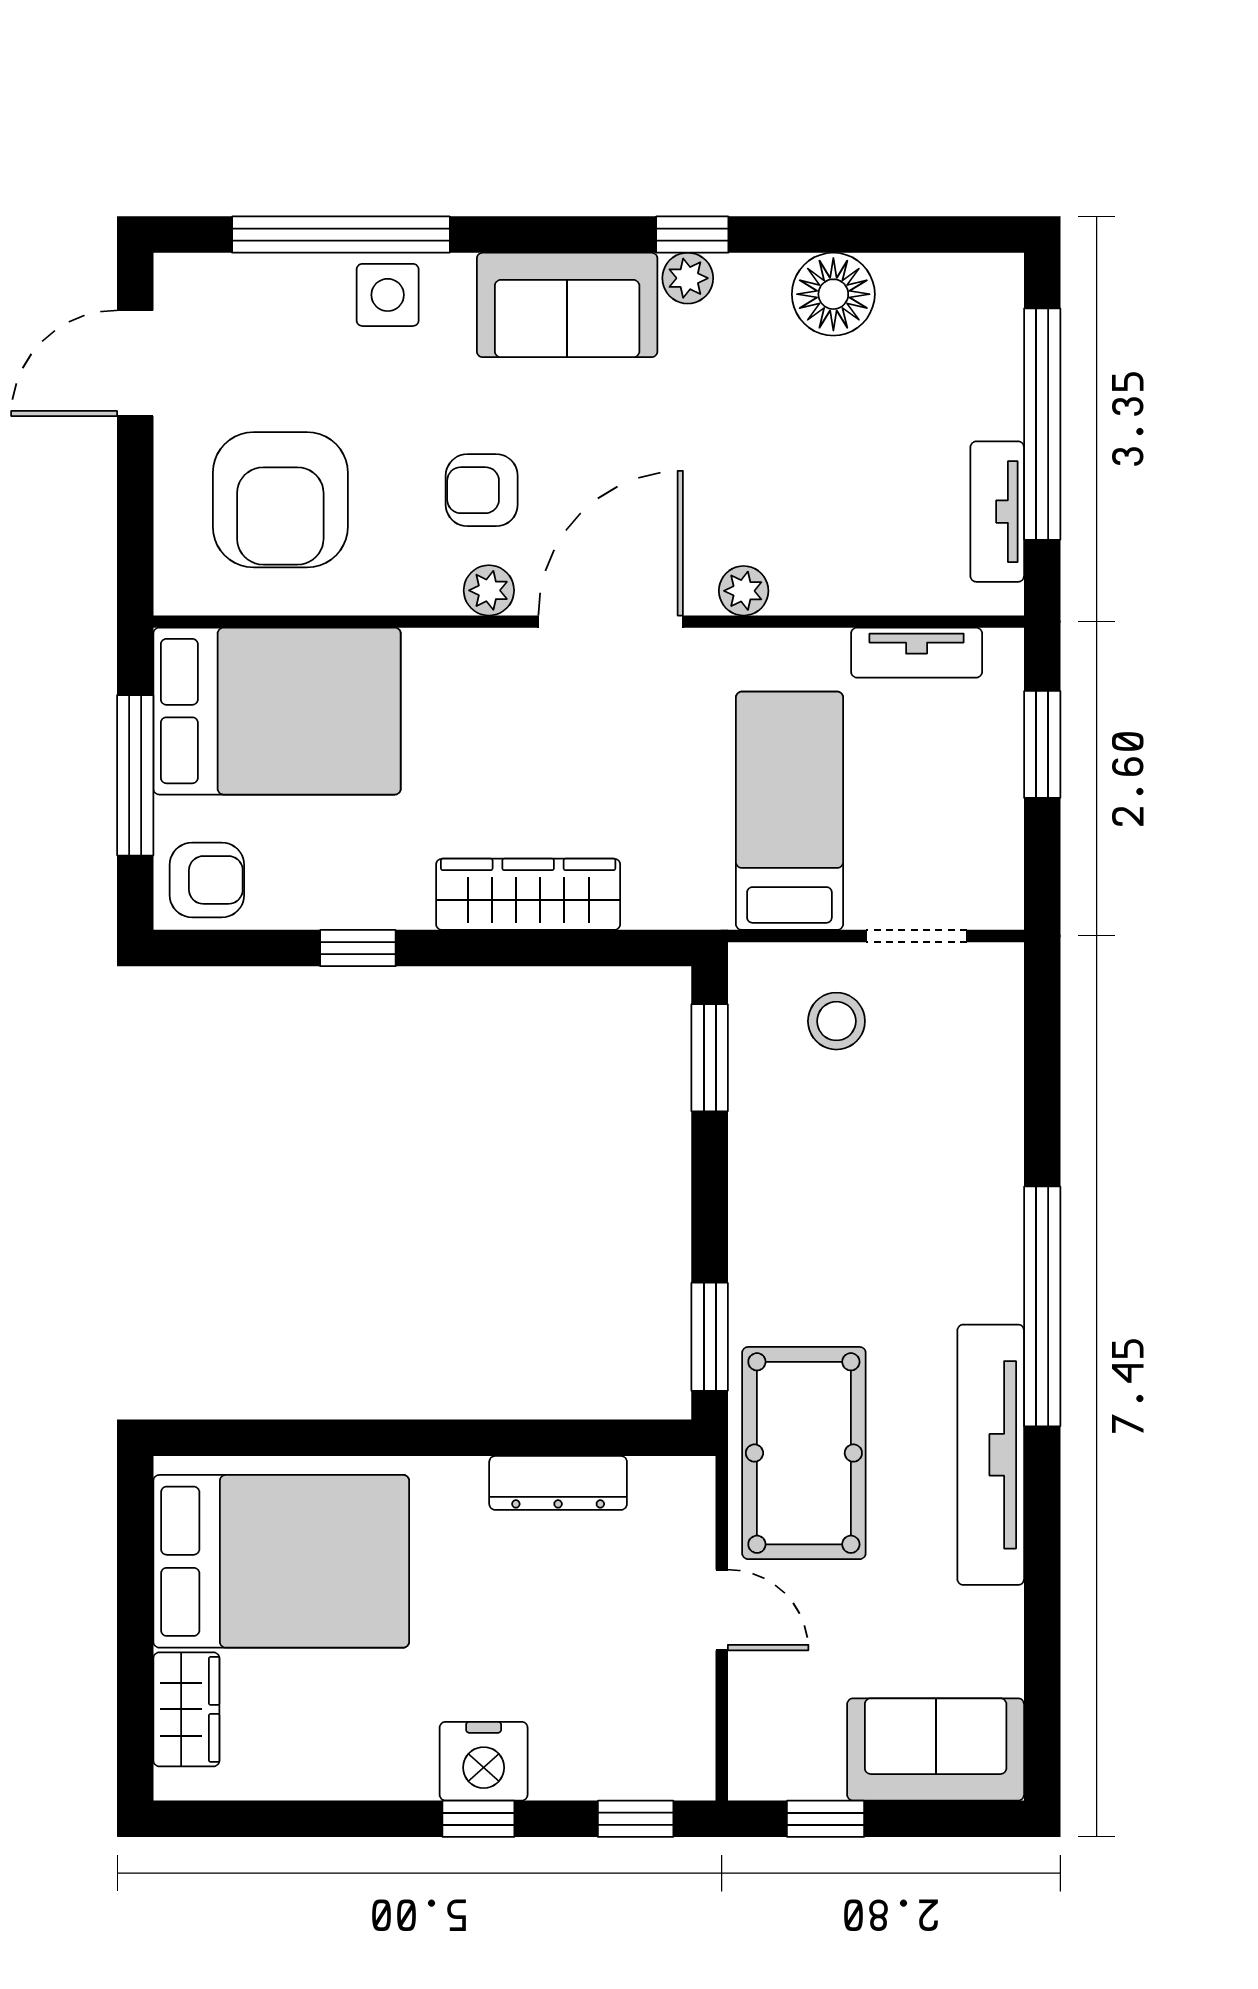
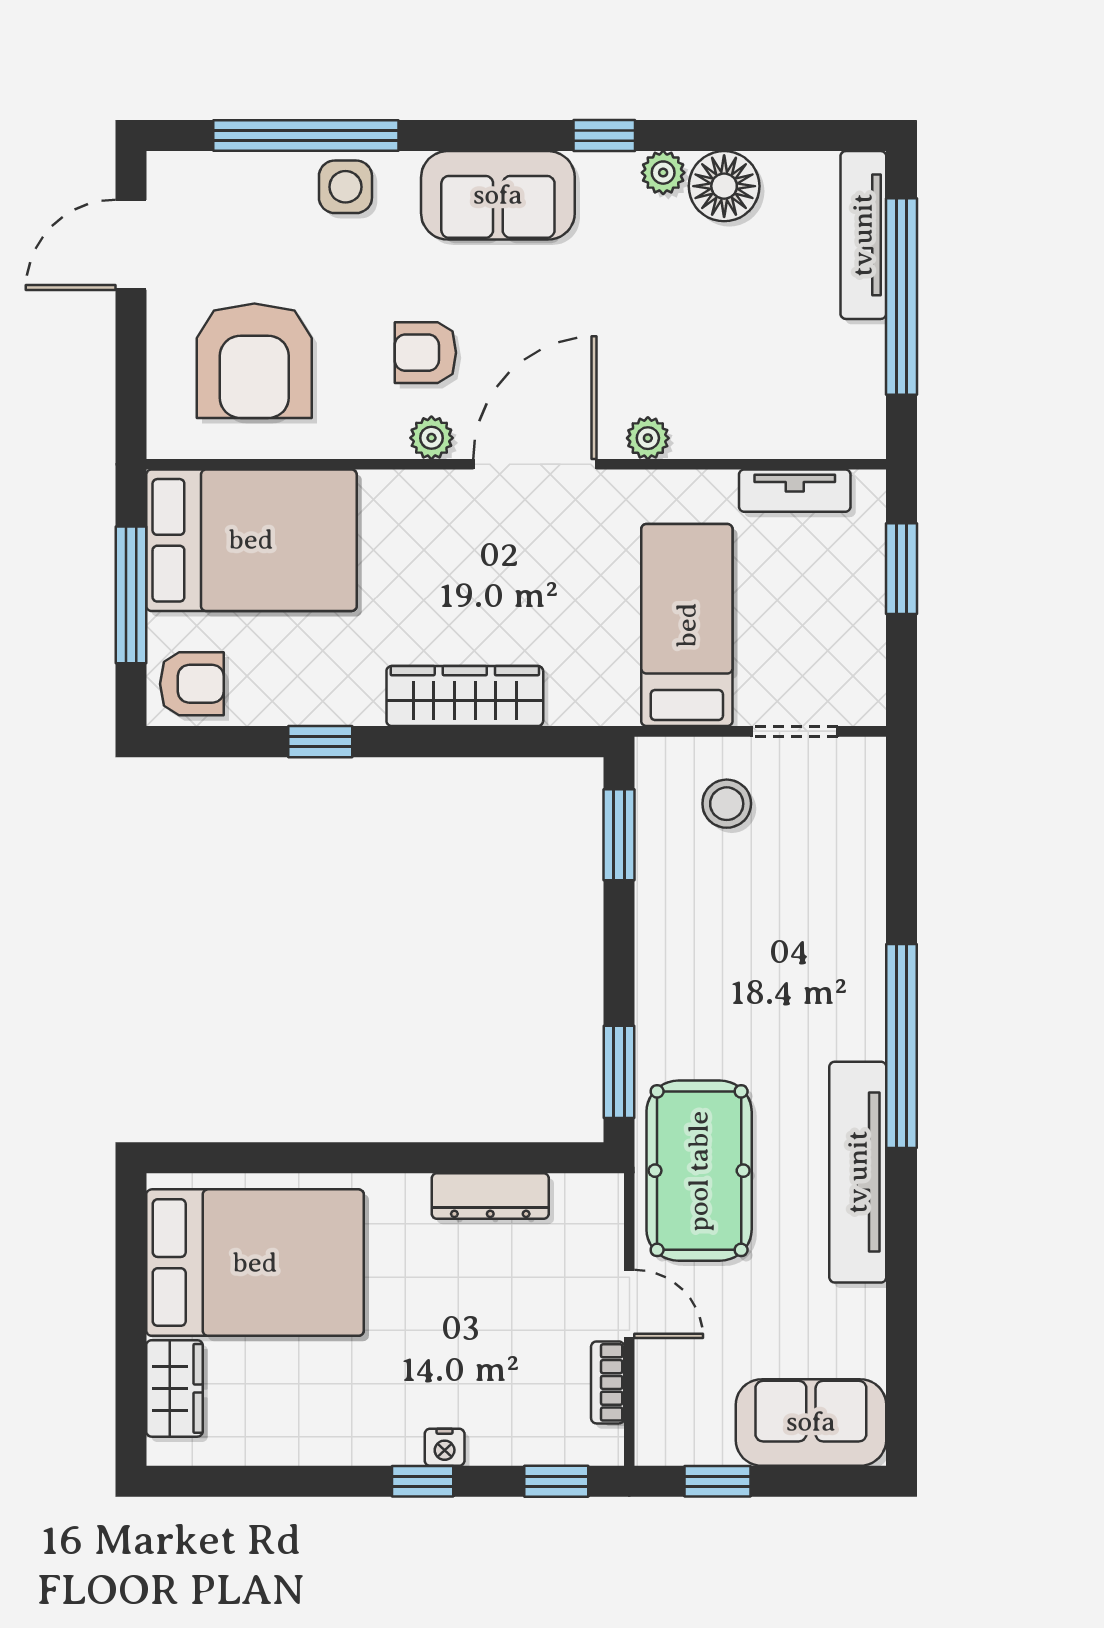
plant: (688, 278) -> (663, 173), moved
tv unit: (997, 512) -> (863, 235), moved, width x1.41
bookcase: (696, 1702) -> (608, 1382), added
nightstand: (484, 1761) -> (445, 1447), width x0.53, depth x0.56

